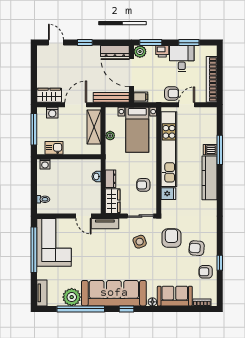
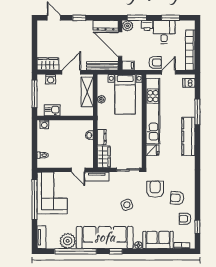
dishwasher: (210, 150) -> (189, 83), moved
armchair: (143, 185) -> (130, 143), removed
side table: (140, 242) -> (127, 205), moved
window: (220, 263) -> (197, 227), moved

